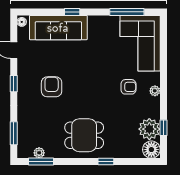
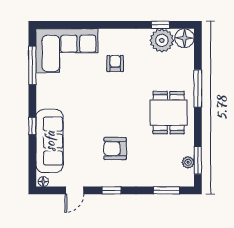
plant: (155, 91) -> (120, 34), removed
window: (106, 162) -> (198, 89), width x2.17

